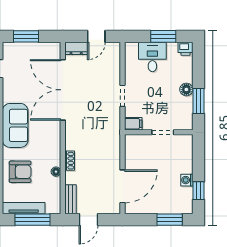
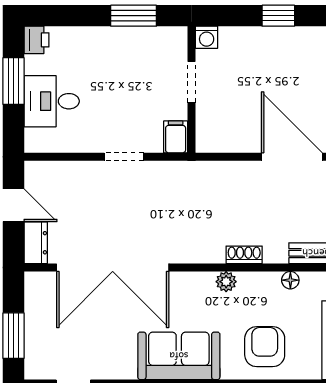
floor lamp: (186, 89) -> (112, 38), removed
plant: (55, 151) -> (226, 282), added
floor lamp: (56, 172) -> (290, 280), moved
washing machine: (187, 180) -> (207, 37), moved
window: (198, 191) -> (278, 16), moved

